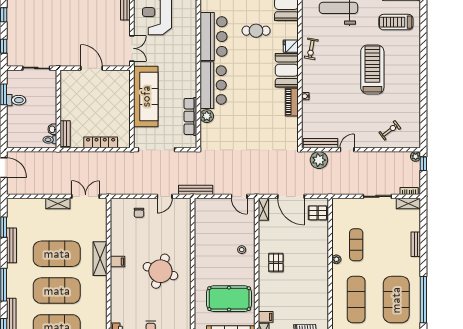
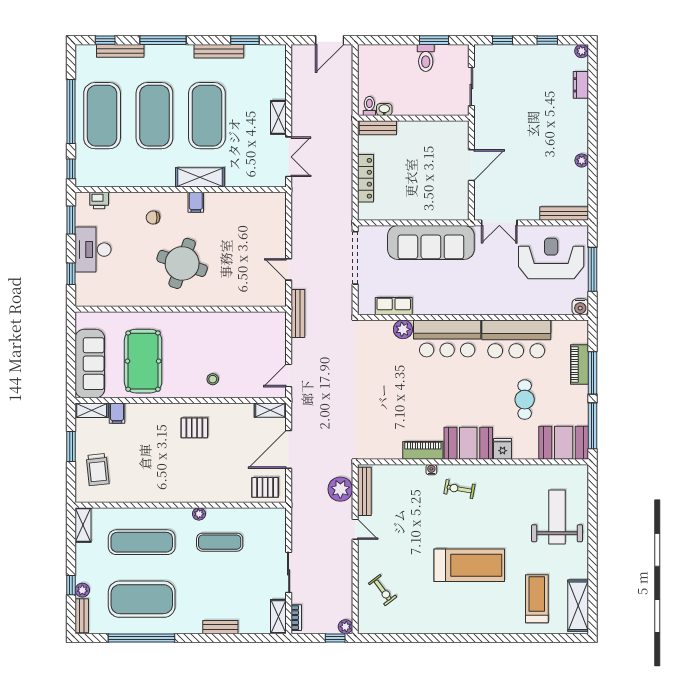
exercise bike: (311, 49) -> (459, 489), moved
row of seats: (190, 116) -> (394, 306), width x0.68
chair: (139, 213) -> (153, 218), moved
pallet: (318, 213) -> (265, 487), turned 90

